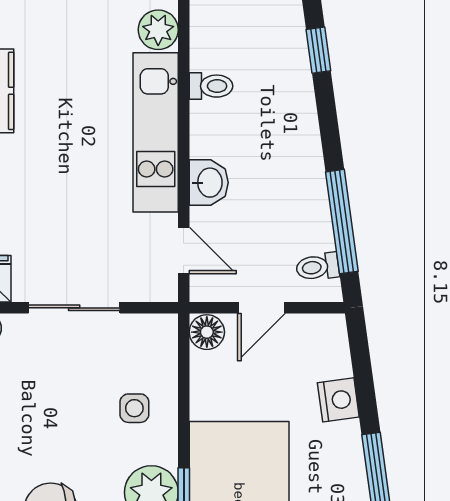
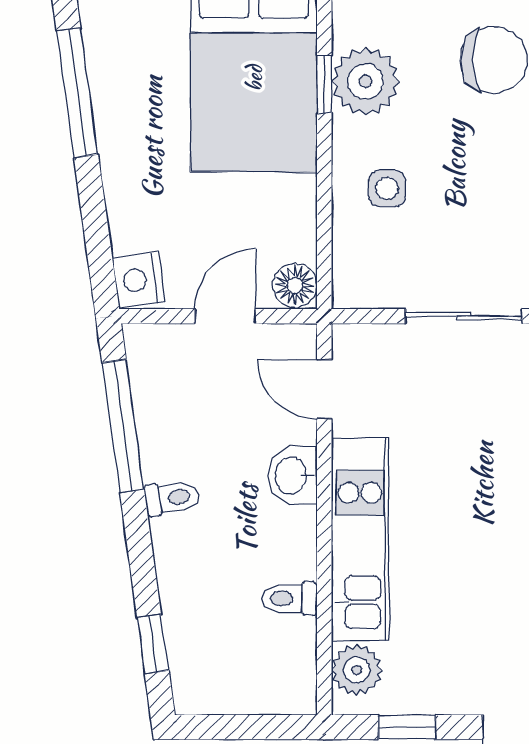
toilet: (318, 267) -> (172, 498), moved
nightstand: (338, 400) -> (139, 280), moved

